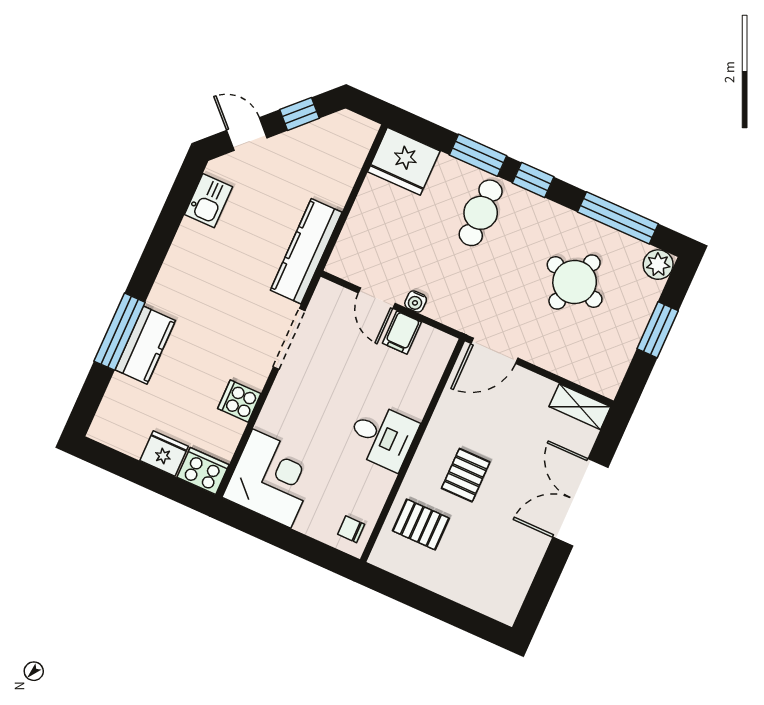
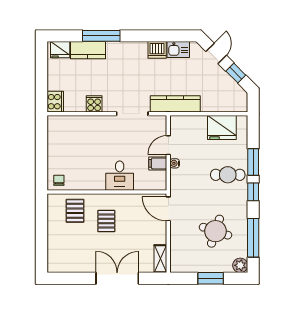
fridge: (404, 161) -> (222, 128), moved, turned -90
dishwasher: (192, 240) -> (157, 50), added
kitchen counter: (145, 345) -> (88, 50), moved
desk: (382, 436) -> (120, 176), moved
fridge: (164, 453) -> (60, 50), moved, turned 90
pallet: (466, 475) -> (106, 221), turned 90
corner desk: (272, 478) -> (66, 134), removed

